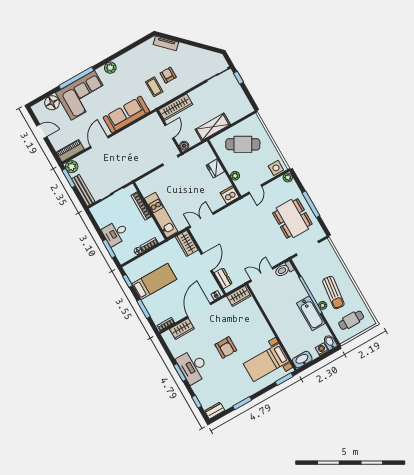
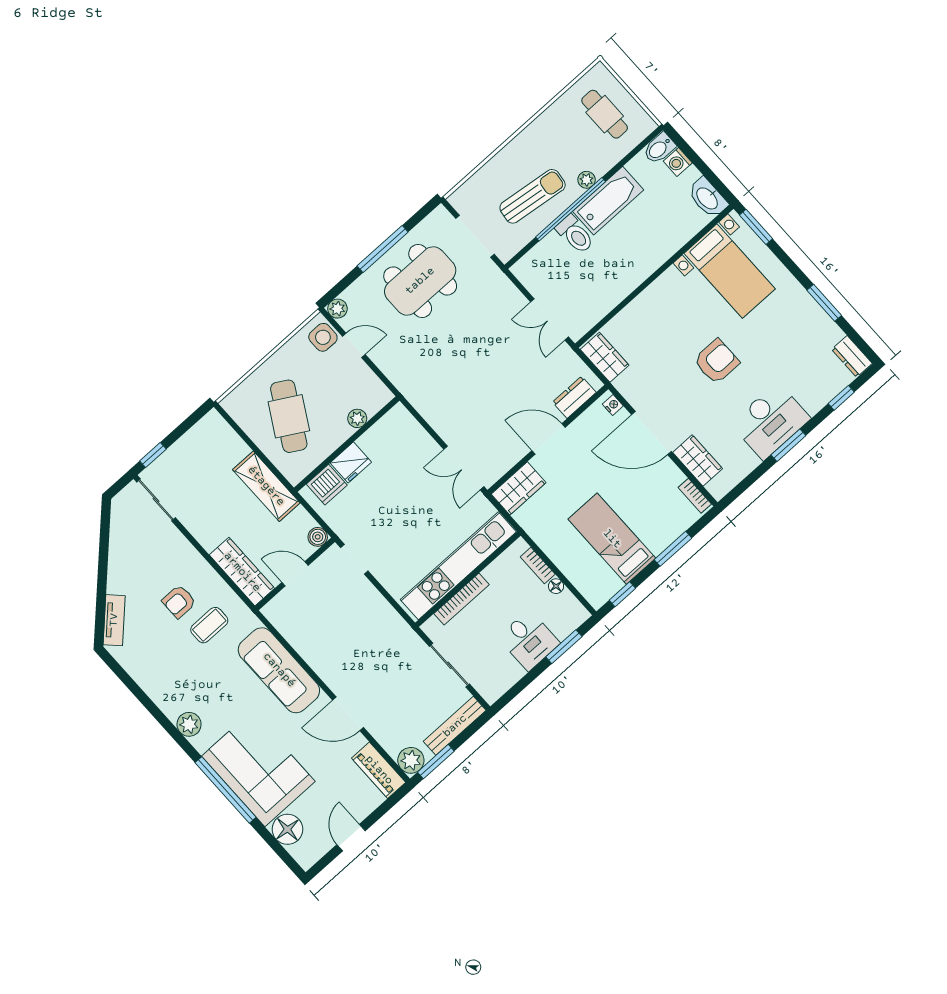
door: (255, 189) -> (354, 345), moved
dishwasher: (230, 195) -> (327, 485), moved, turned -90
kitchen unit: (161, 215) -> (458, 566), width x1.36
toilet: (284, 269) -> (575, 234), moved
sun lounger: (333, 293) -> (533, 196), moved

